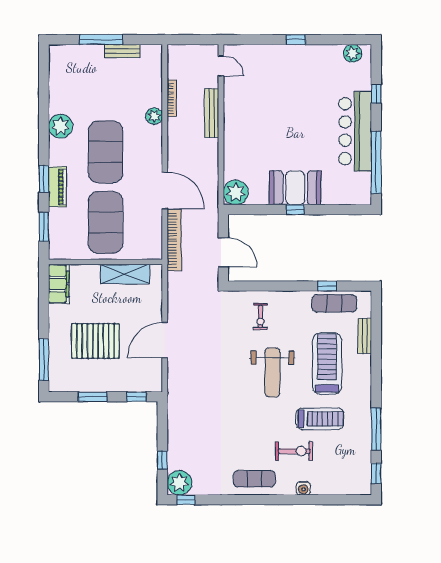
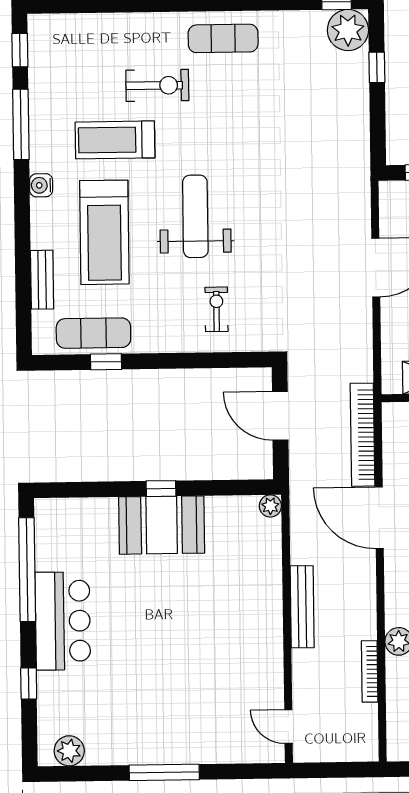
window: (296, 40) -> (164, 772), width x2.17
bench: (212, 113) -> (302, 607), moved
bar counter: (355, 131) -> (63, 621), width x0.73
plant: (236, 193) -> (270, 506), width x0.53, depth x0.53
exercise bike: (294, 451) -> (157, 85), turned 180
water cooler: (303, 488) -> (41, 185), moved, turned -90

